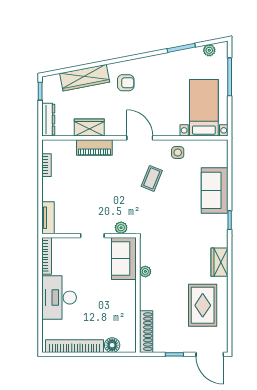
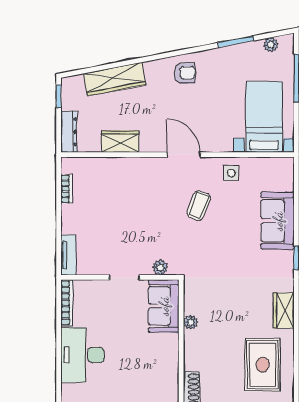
armchair: (126, 83) -> (185, 73), moved
piano: (94, 148) -> (127, 167), removed

